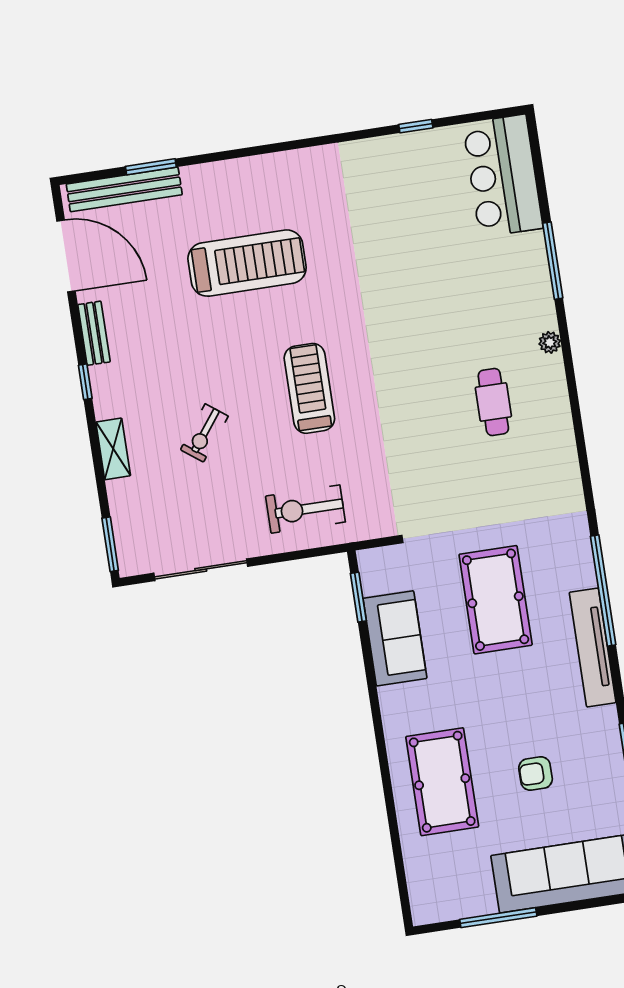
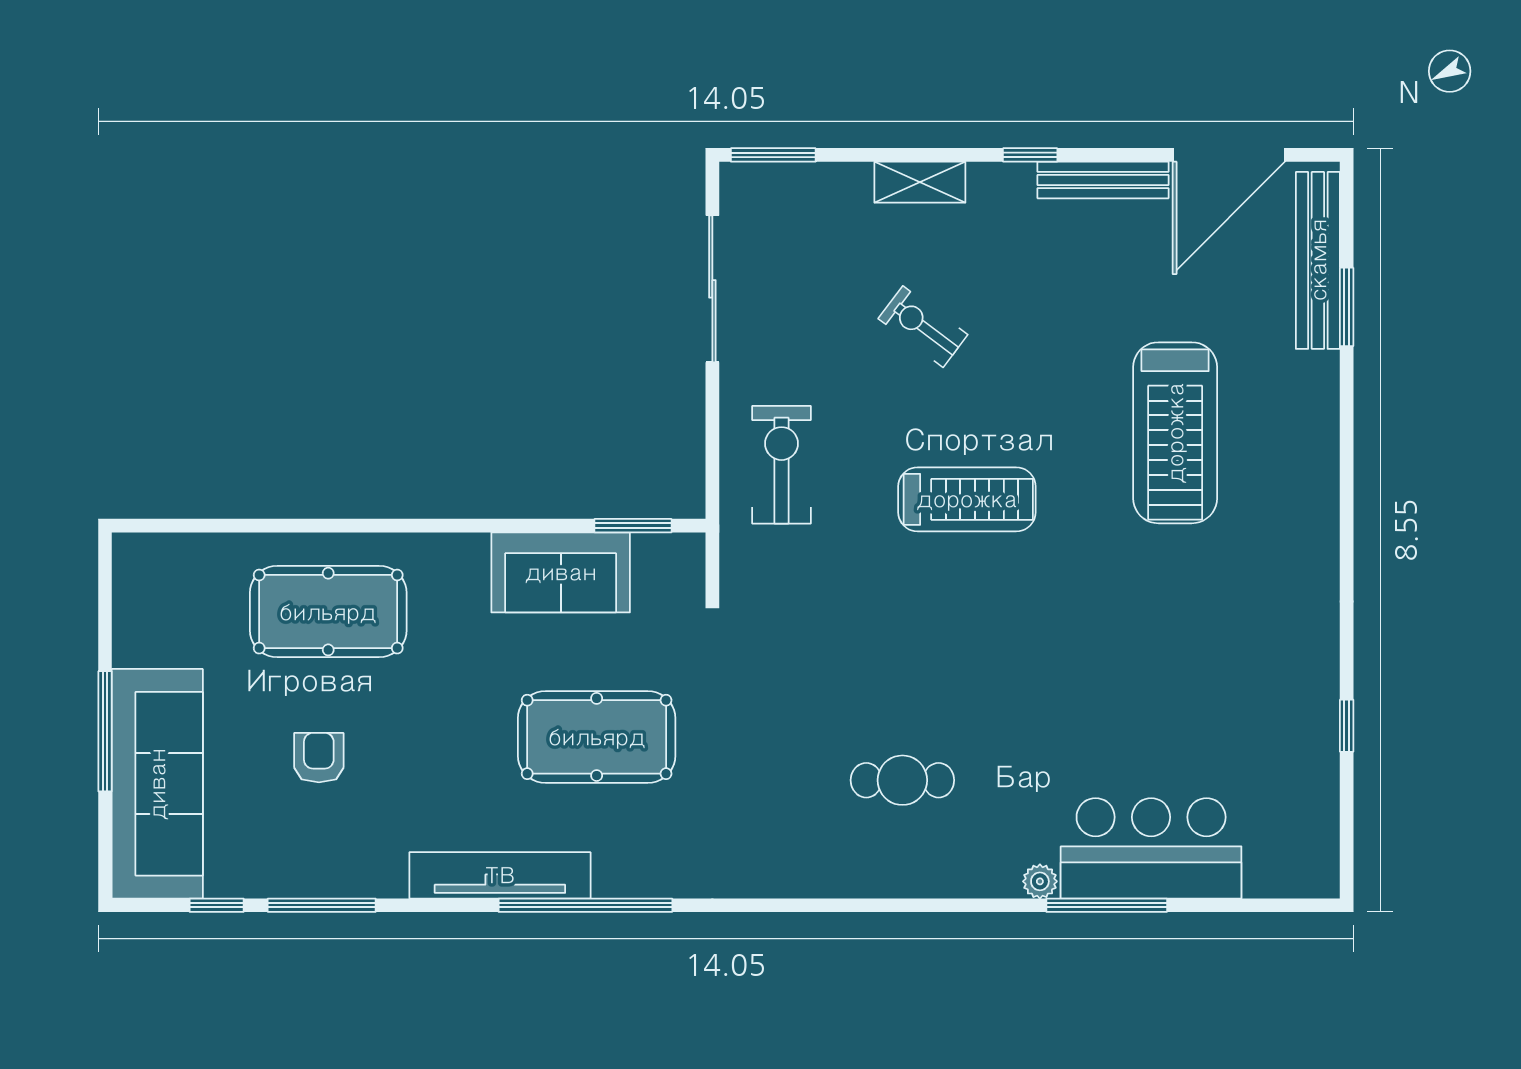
bar counter: (503, 176) -> (1151, 848), moved
bench: (94, 333) -> (1103, 180), width x1.36
plant: (550, 342) -> (1040, 881), moved
window: (498, 918) -> (105, 731), moved

